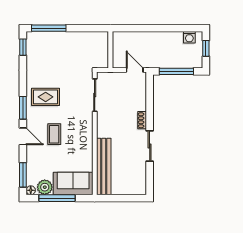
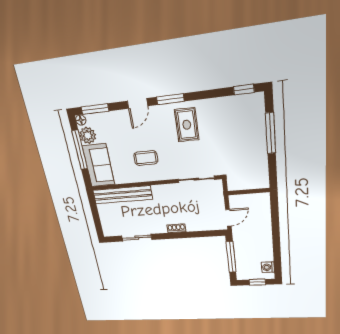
window: (49, 28) -> (271, 133), moved
coffee table: (54, 134) -> (146, 158), moved
sliding door: (150, 146) -> (137, 238), moved

